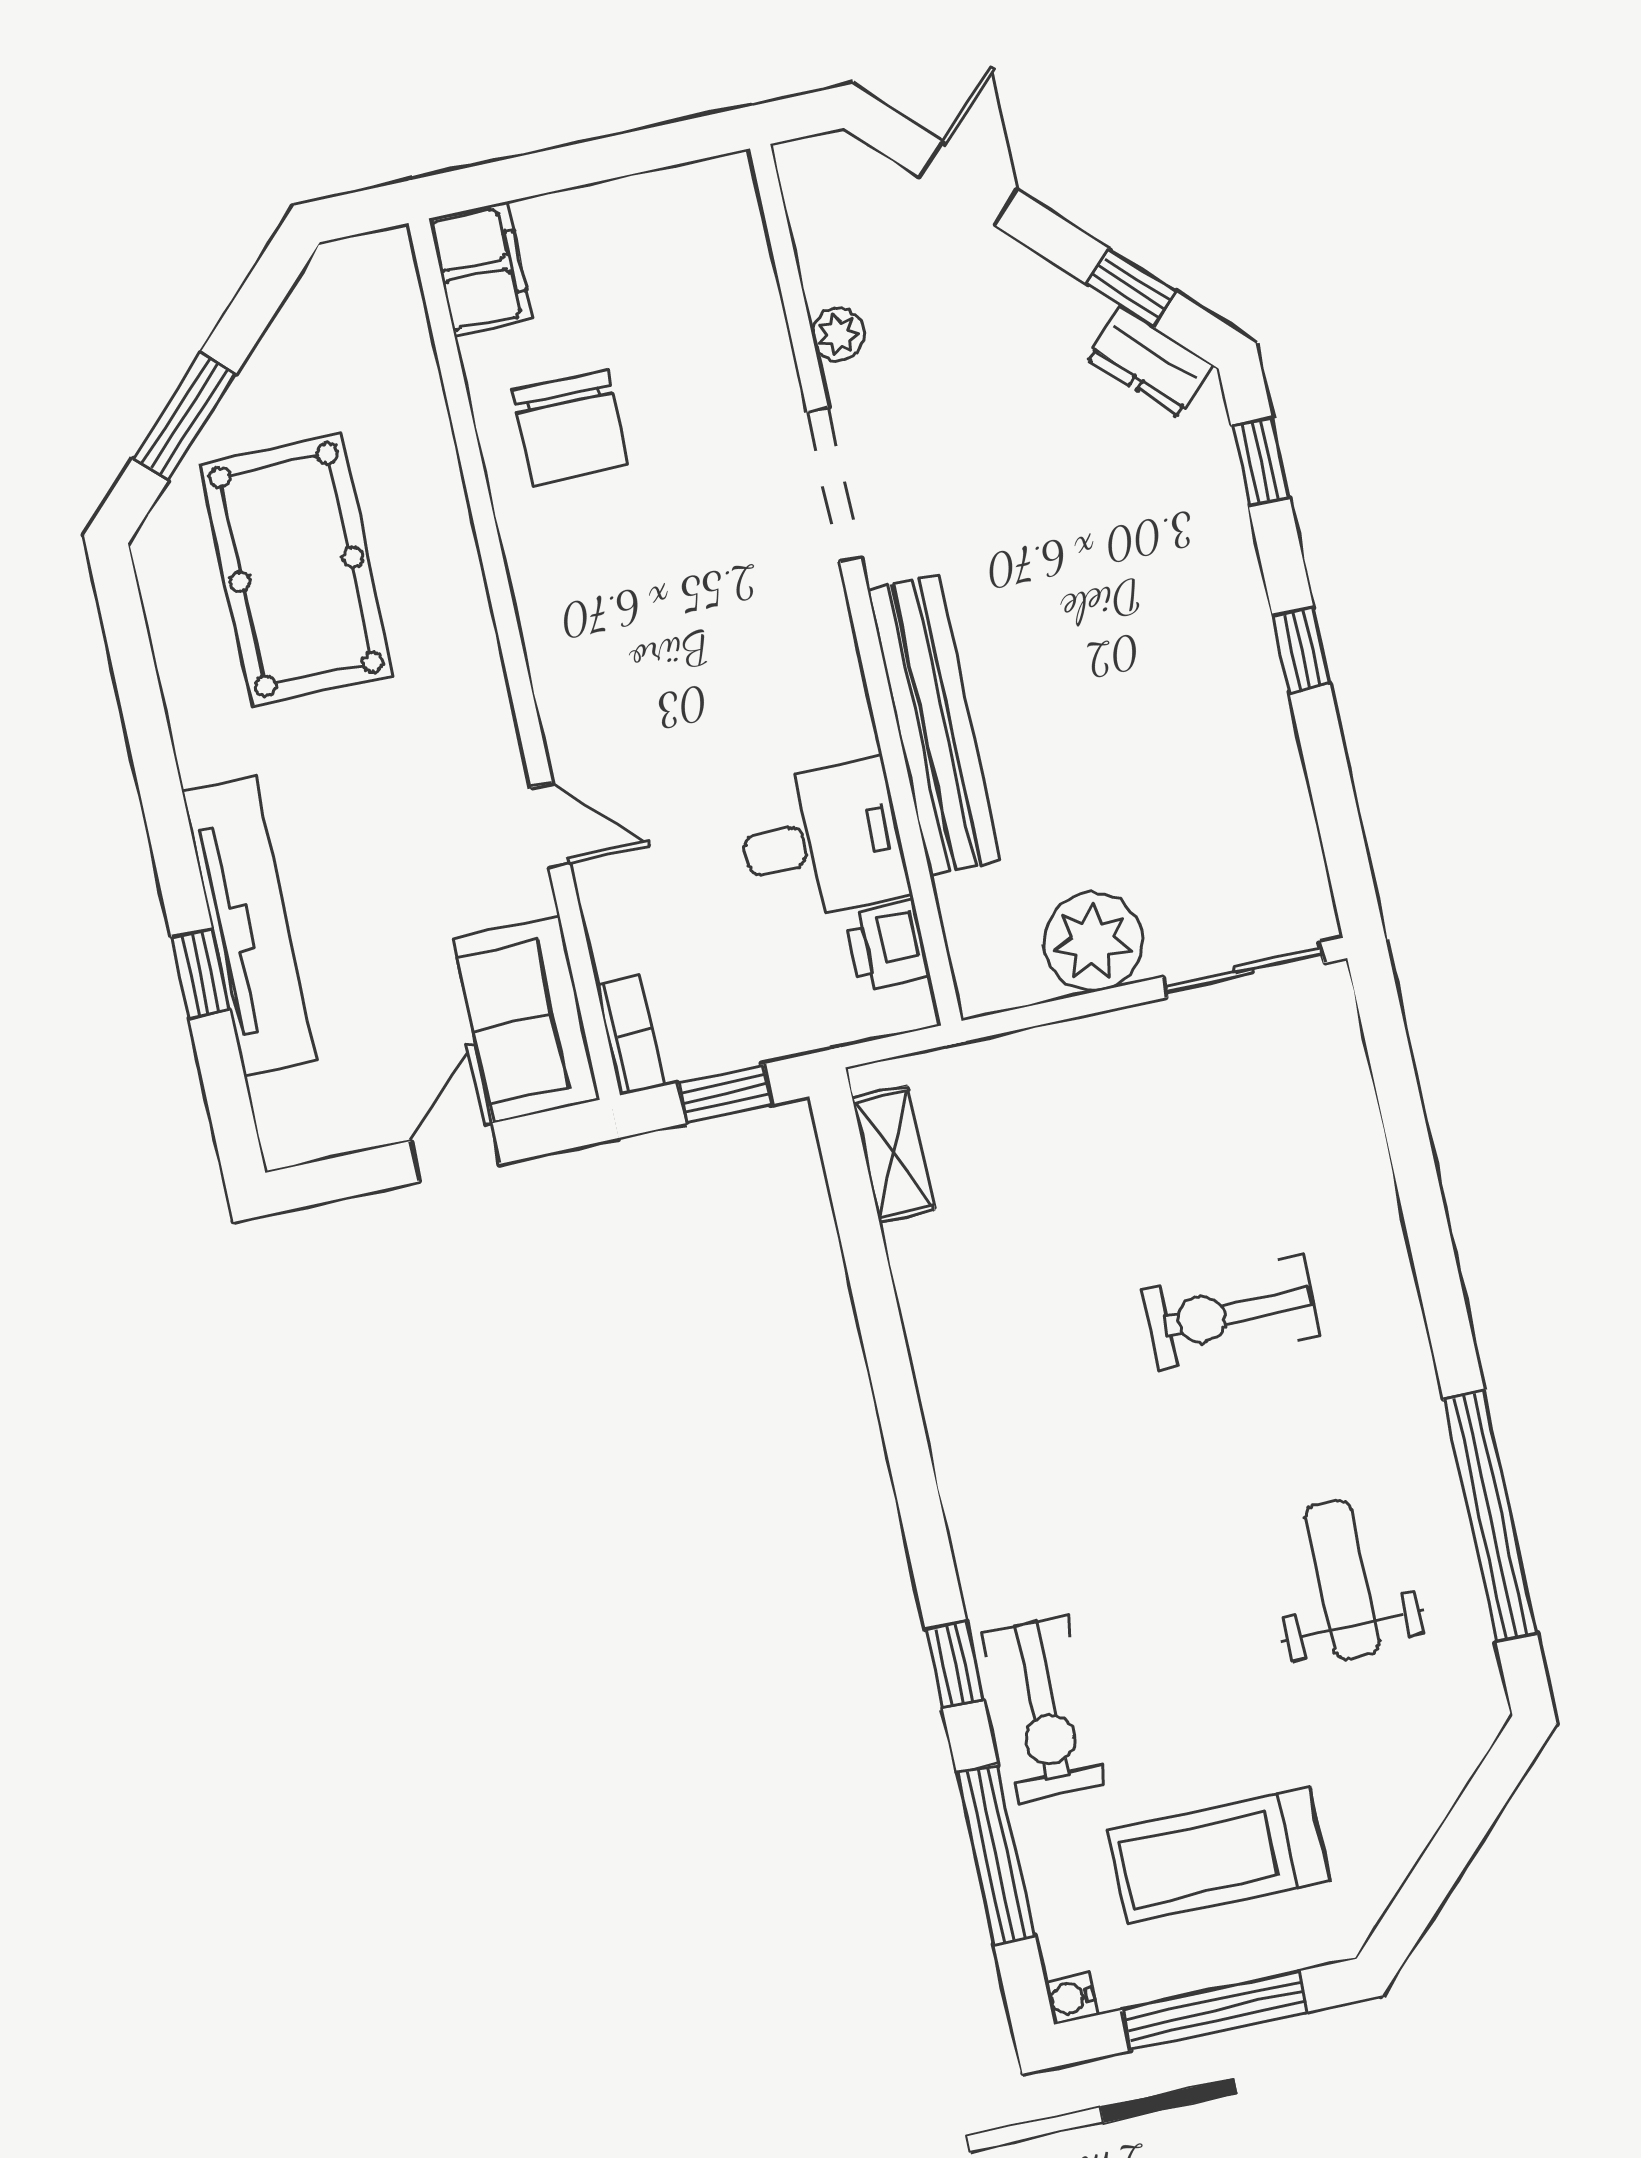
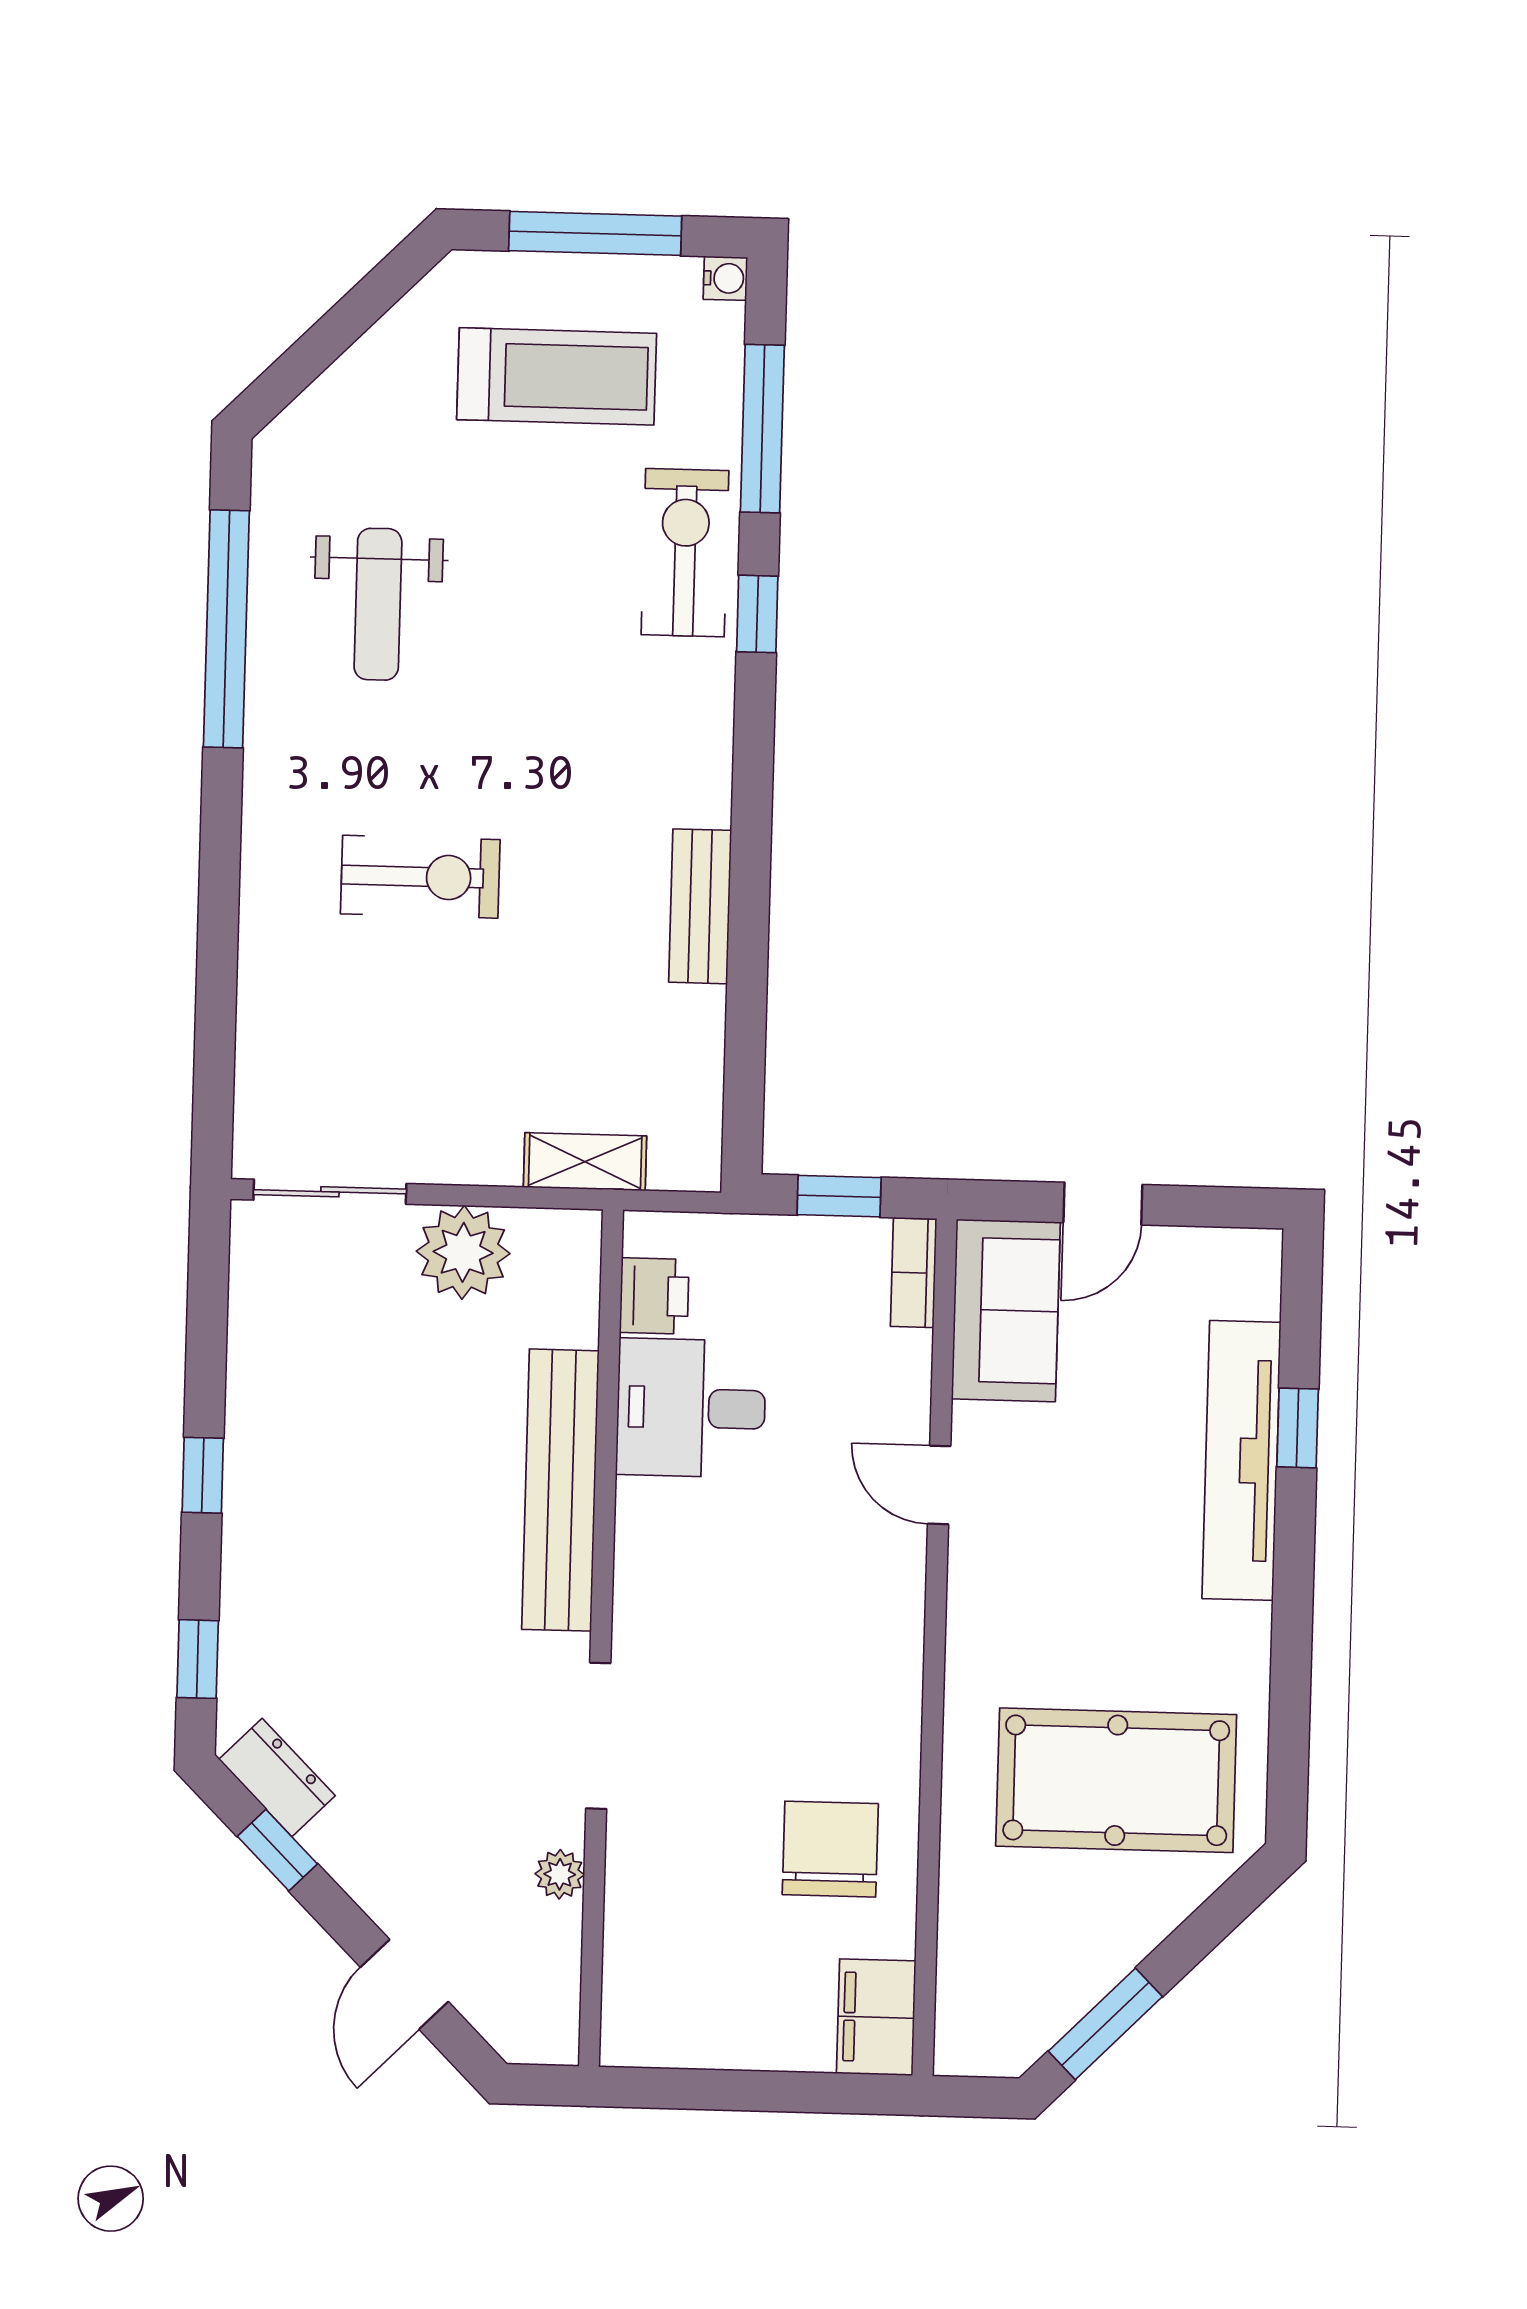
window: (184, 416) -> (1105, 2024), moved
pool table: (296, 570) -> (1116, 1780), turned 90
shelving: (894, 1154) -> (585, 1162), moved, turned 90
bench: (939, 1353) -> (700, 906), added

